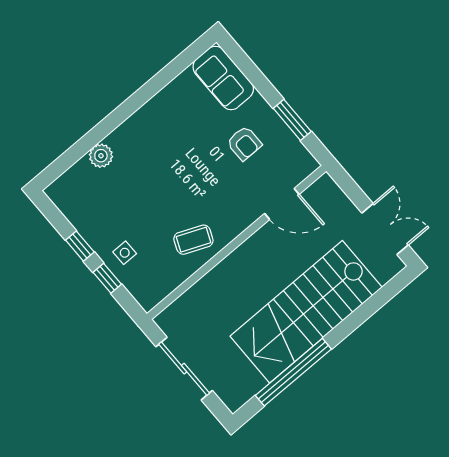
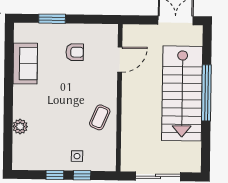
sofa: (223, 78) -> (25, 63), moved, turned -90
window: (292, 120) -> (52, 19), moved
window: (293, 372) -> (206, 93), moved

